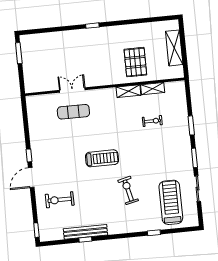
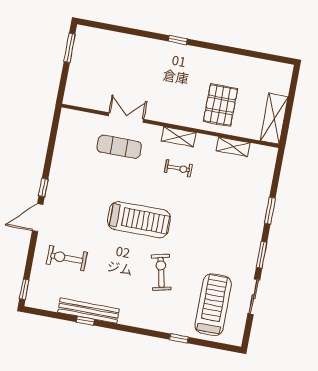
shelving: (174, 48) -> (274, 119), moved
shelving: (128, 91) -> (179, 137), moved
exercise bike: (152, 121) -> (178, 168), moved
treadmill: (102, 158) -> (139, 220), width x1.37, depth x1.38

